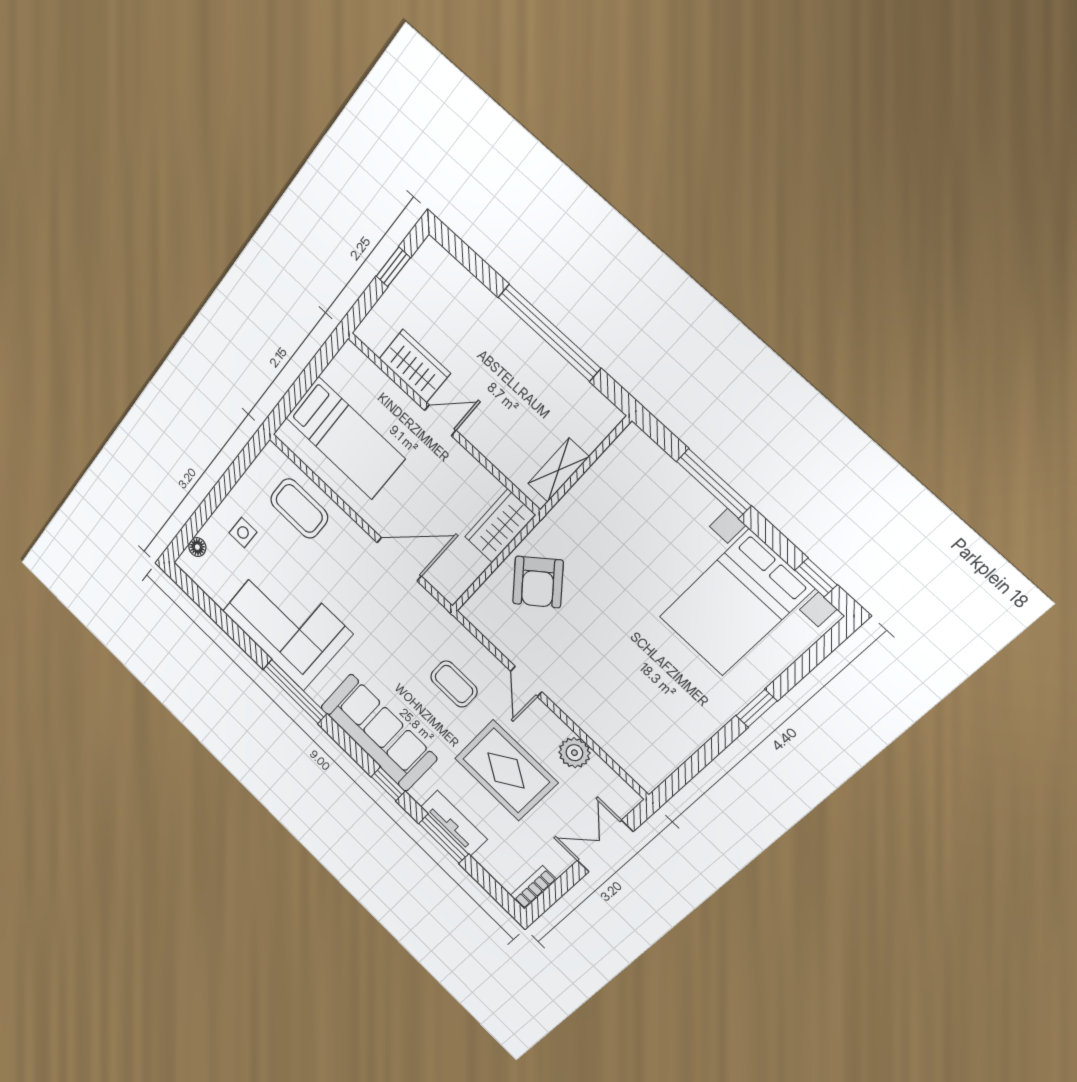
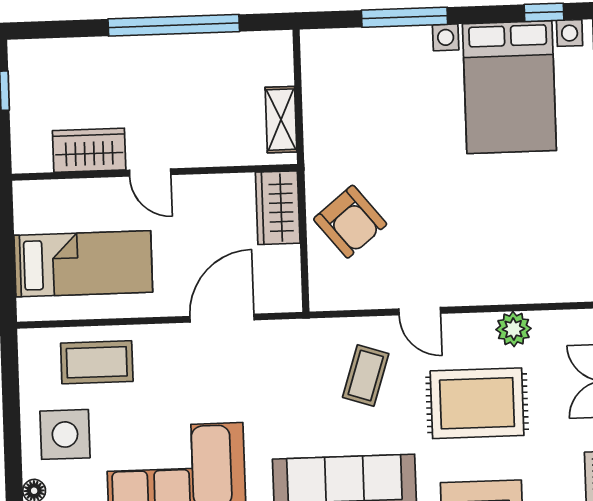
door: (440, 420) -> (150, 172), swing flipped
side table: (243, 533) -> (65, 434), width x1.87, depth x1.87
coffee table: (454, 684) -> (366, 376), turned -72

